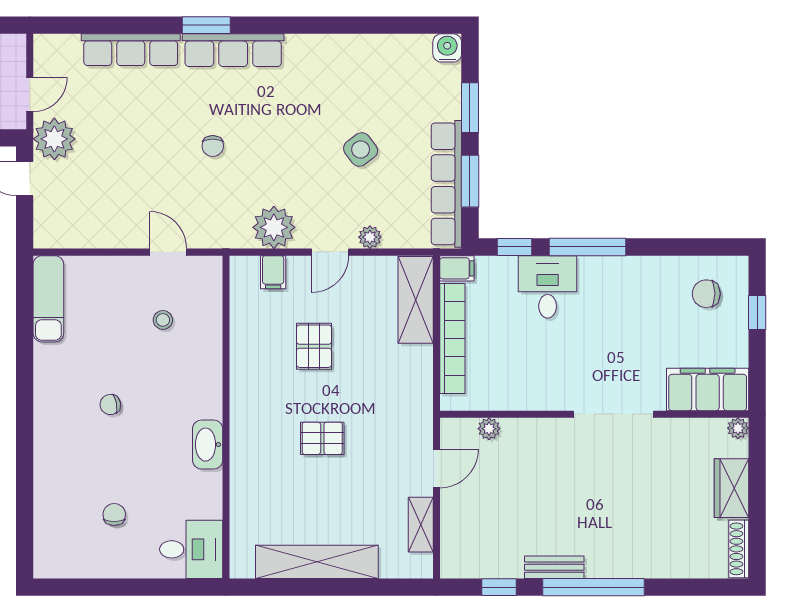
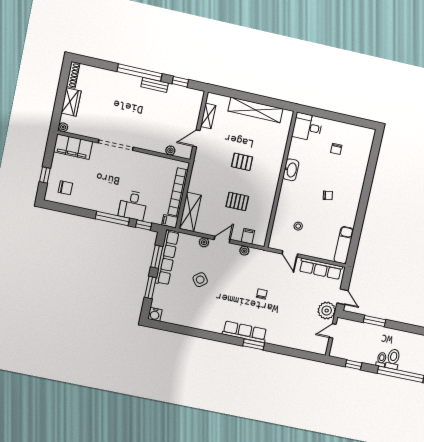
row of seats: (131, 50) -> (321, 269), moved, turned 180
plant: (274, 227) -> (244, 251), width x0.53, depth x0.53
pallet: (314, 346) -> (237, 201), turned 90

